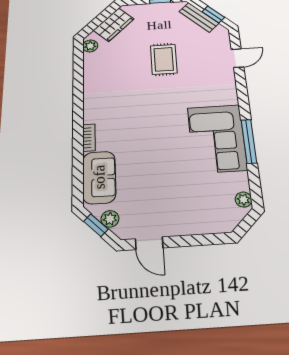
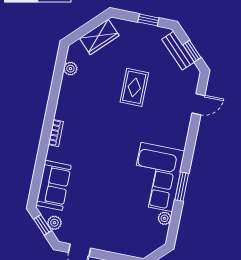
plant: (90, 46) -> (70, 69), moved
bookcase: (89, 138) -> (56, 133), moved
window: (249, 141) -> (182, 187), width x0.69
plant: (244, 200) -> (164, 218), moved

